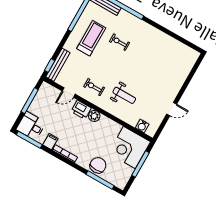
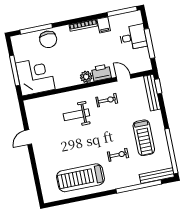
treadmill: (160, 49) -> (80, 178), added
door: (69, 93) -> (124, 78), hinge flipped
desk: (31, 126) -> (133, 37), moved
water cooler: (142, 126) -> (40, 103), removed

